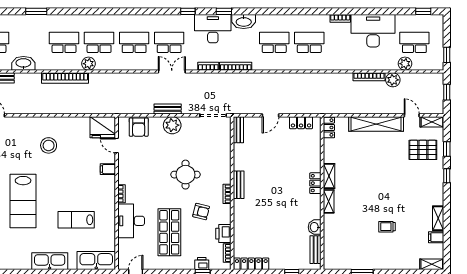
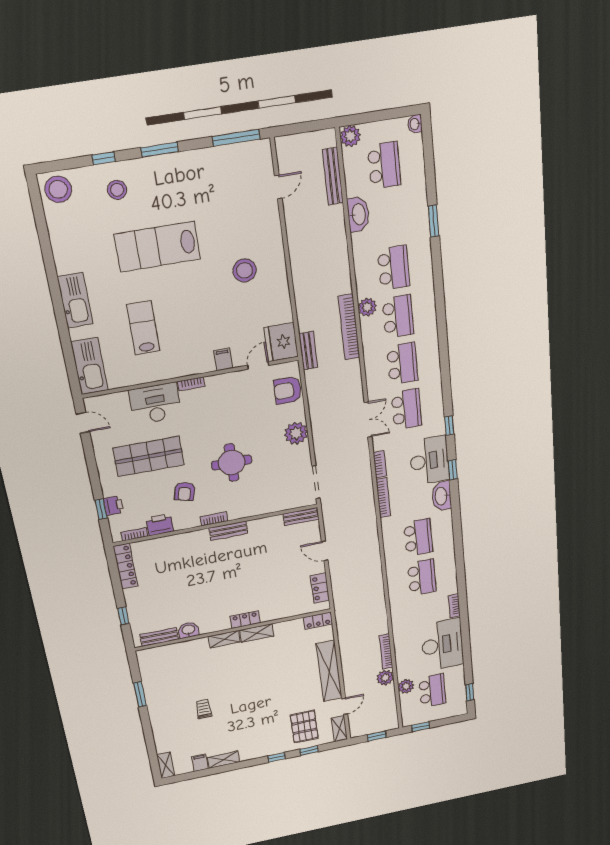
bookcase: (65, 78) -> (349, 327), moved
bench: (168, 109) -> (308, 351), moved

